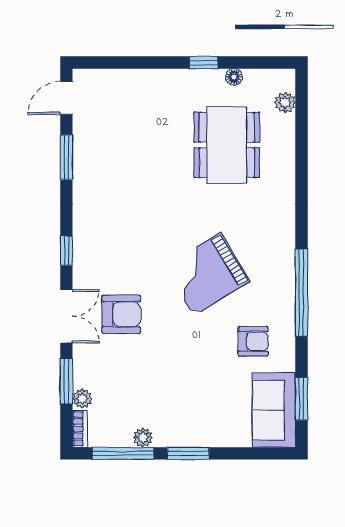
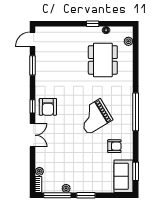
window: (302, 293) -> (136, 112), moved
armchair: (121, 314) -> (48, 107), moved, turned 90
window: (66, 381) -> (32, 164), removed

